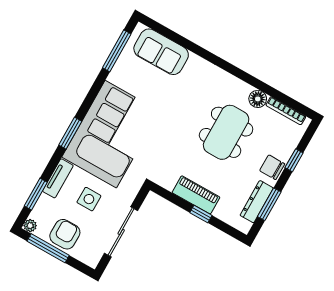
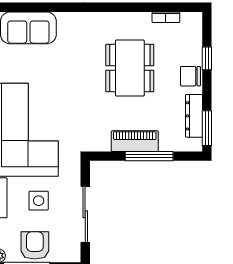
floor lamp: (258, 99) -> (142, 21), removed
bookcase: (286, 111) -> (166, 17), width x0.64
window: (269, 204) -> (207, 128), moved
window: (201, 214) -> (149, 156), width x2.17

